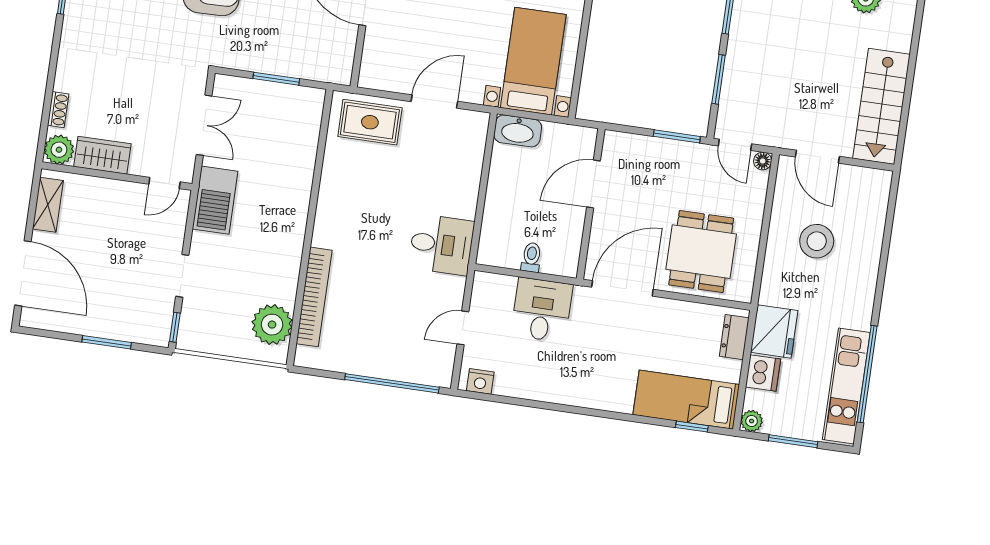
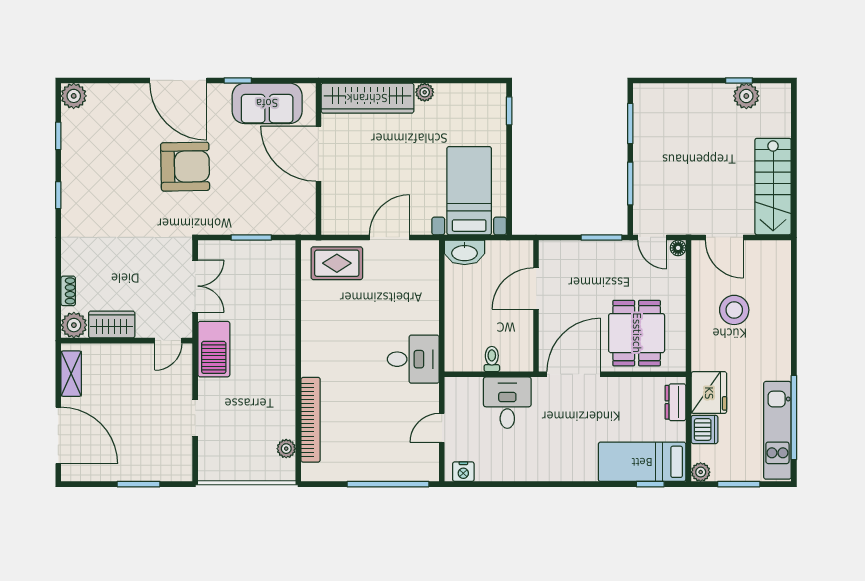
plant: (272, 325) -> (286, 449), width x0.53, depth x0.53
window: (175, 327) -> (195, 463), removed

